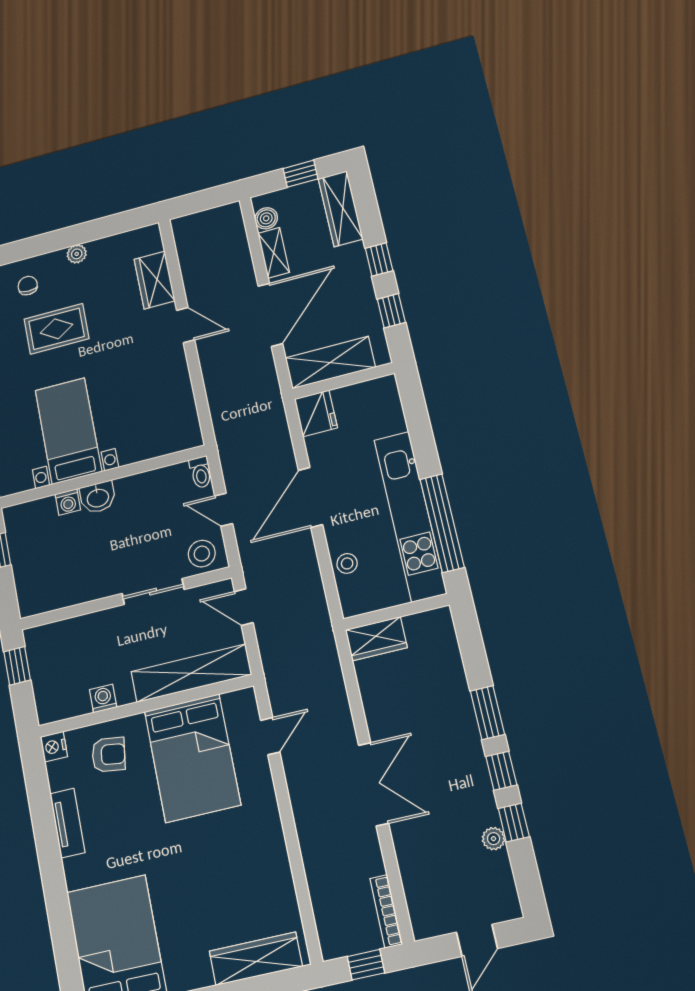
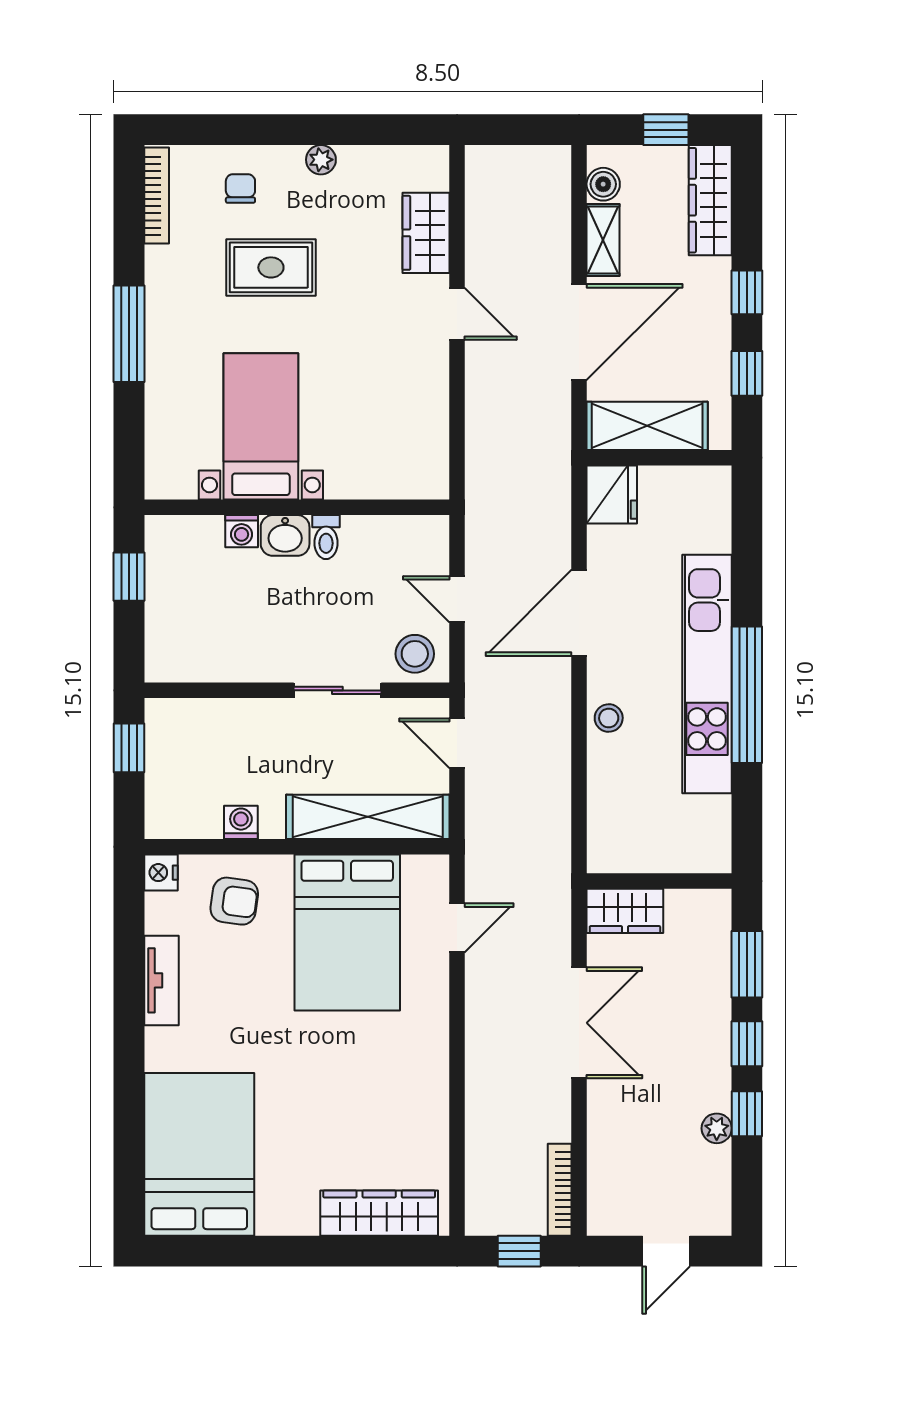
toilet: (201, 472) -> (326, 537), moved
wall: (396, 612) -> (659, 881), moved
wardrobe: (376, 639) -> (625, 911), moved

